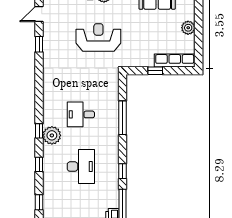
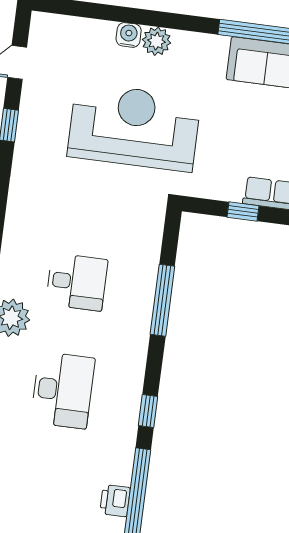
reception desk: (98, 38) -> (134, 127), width x1.36, depth x1.30
desk: (81, 114) -> (77, 282), turned 180

